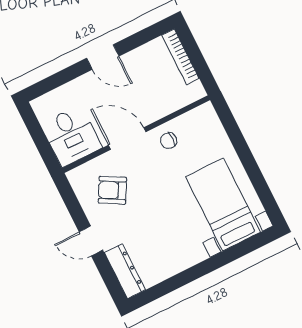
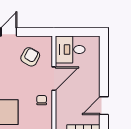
door: (103, 57) -> (104, 106), moved

